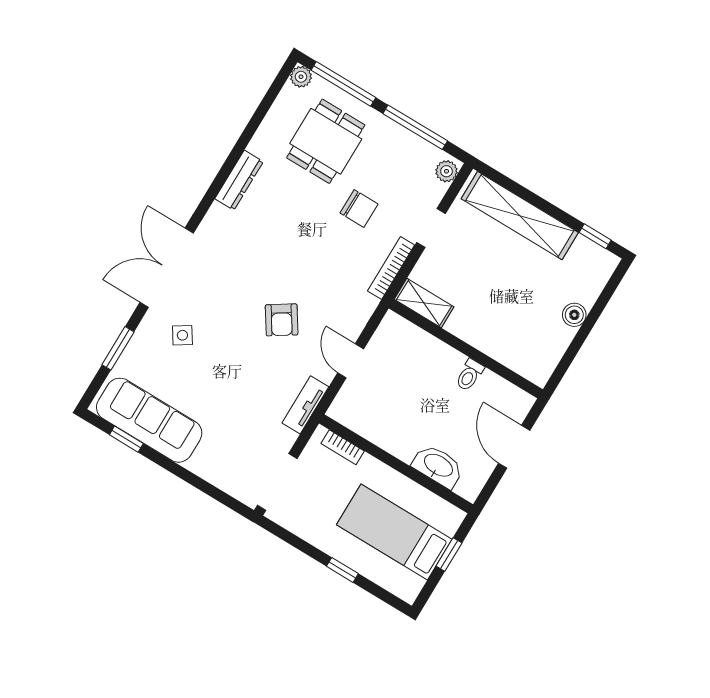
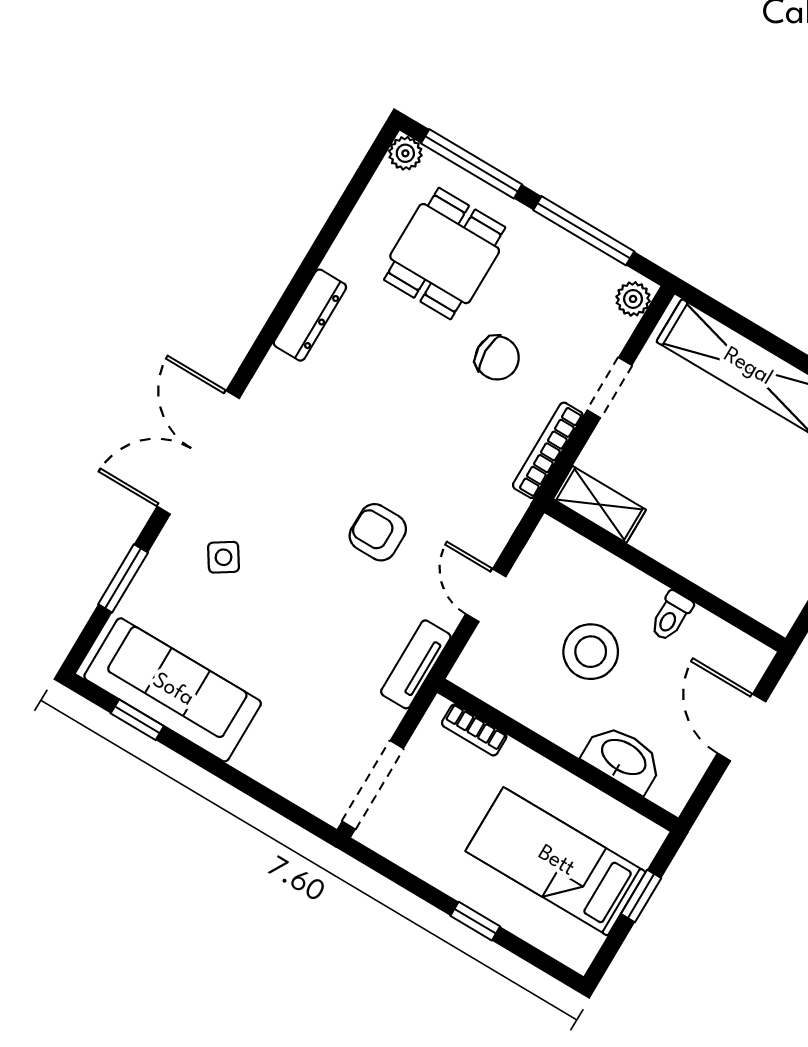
armchair: (282, 320) -> (378, 532), turned 123
stool: (418, 397) -> (591, 652), added

